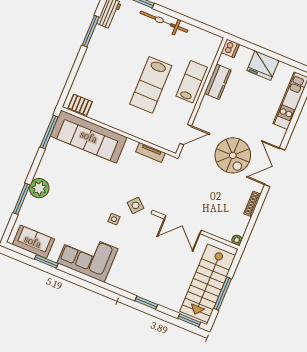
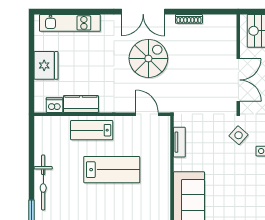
dishwasher: (230, 48) -> (54, 105), moved
plant: (237, 240) -> (231, 20), removed

